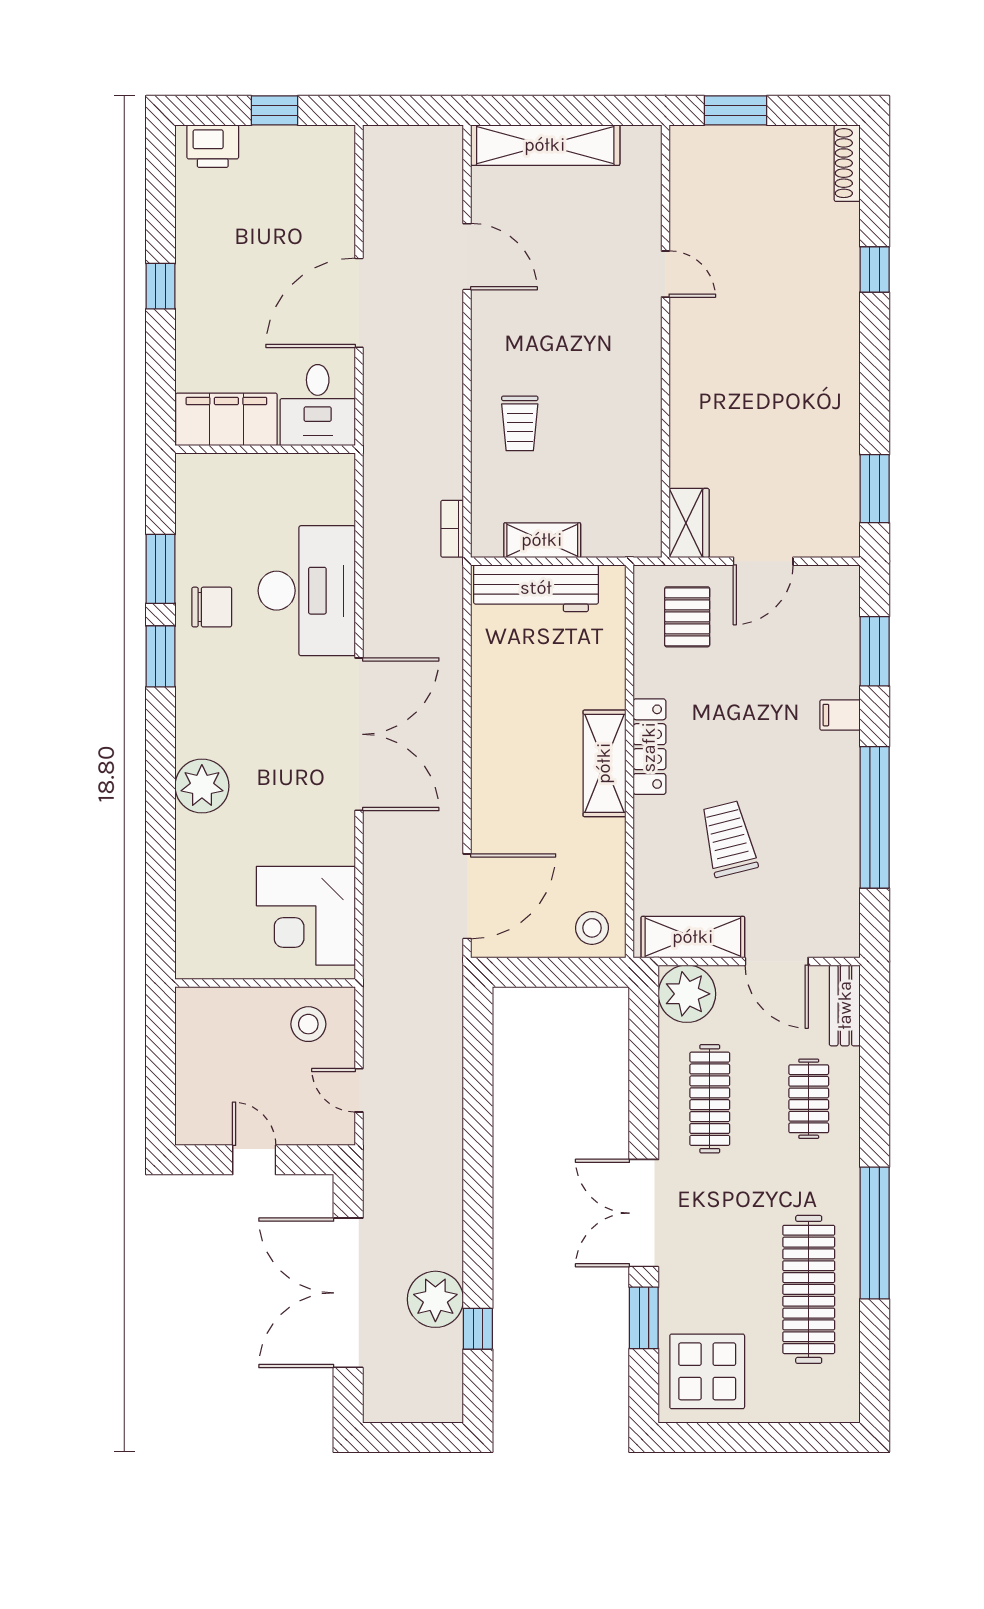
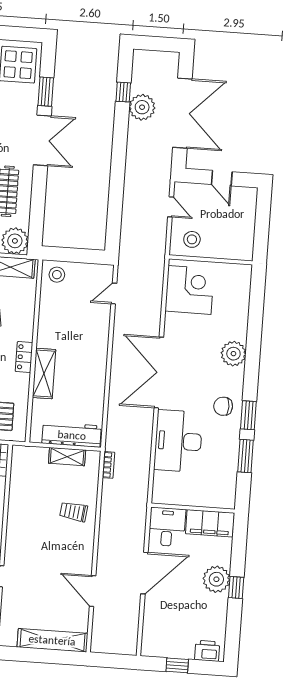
plant: (204, 301) -> (216, 579), added
trolley: (520, 423) -> (74, 512), turned -83
chair: (212, 607) -> (223, 406), moved
locker: (649, 747) -> (24, 357), width x0.66
shelving: (604, 763) -> (44, 373), moved
door: (467, 896) -> (114, 294), width x0.53

